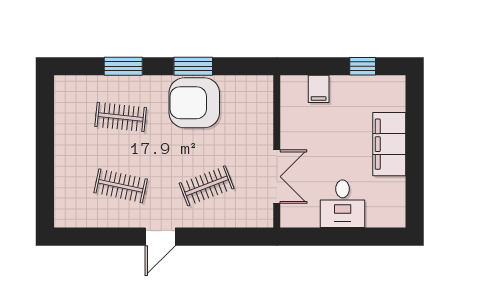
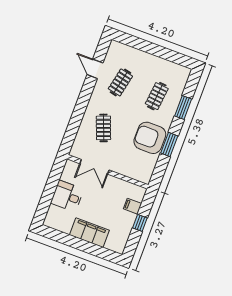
window: (363, 66) -> (140, 223), moved
armchair: (194, 103) -> (150, 138), turned -90
door: (160, 237) -> (95, 69), moved

